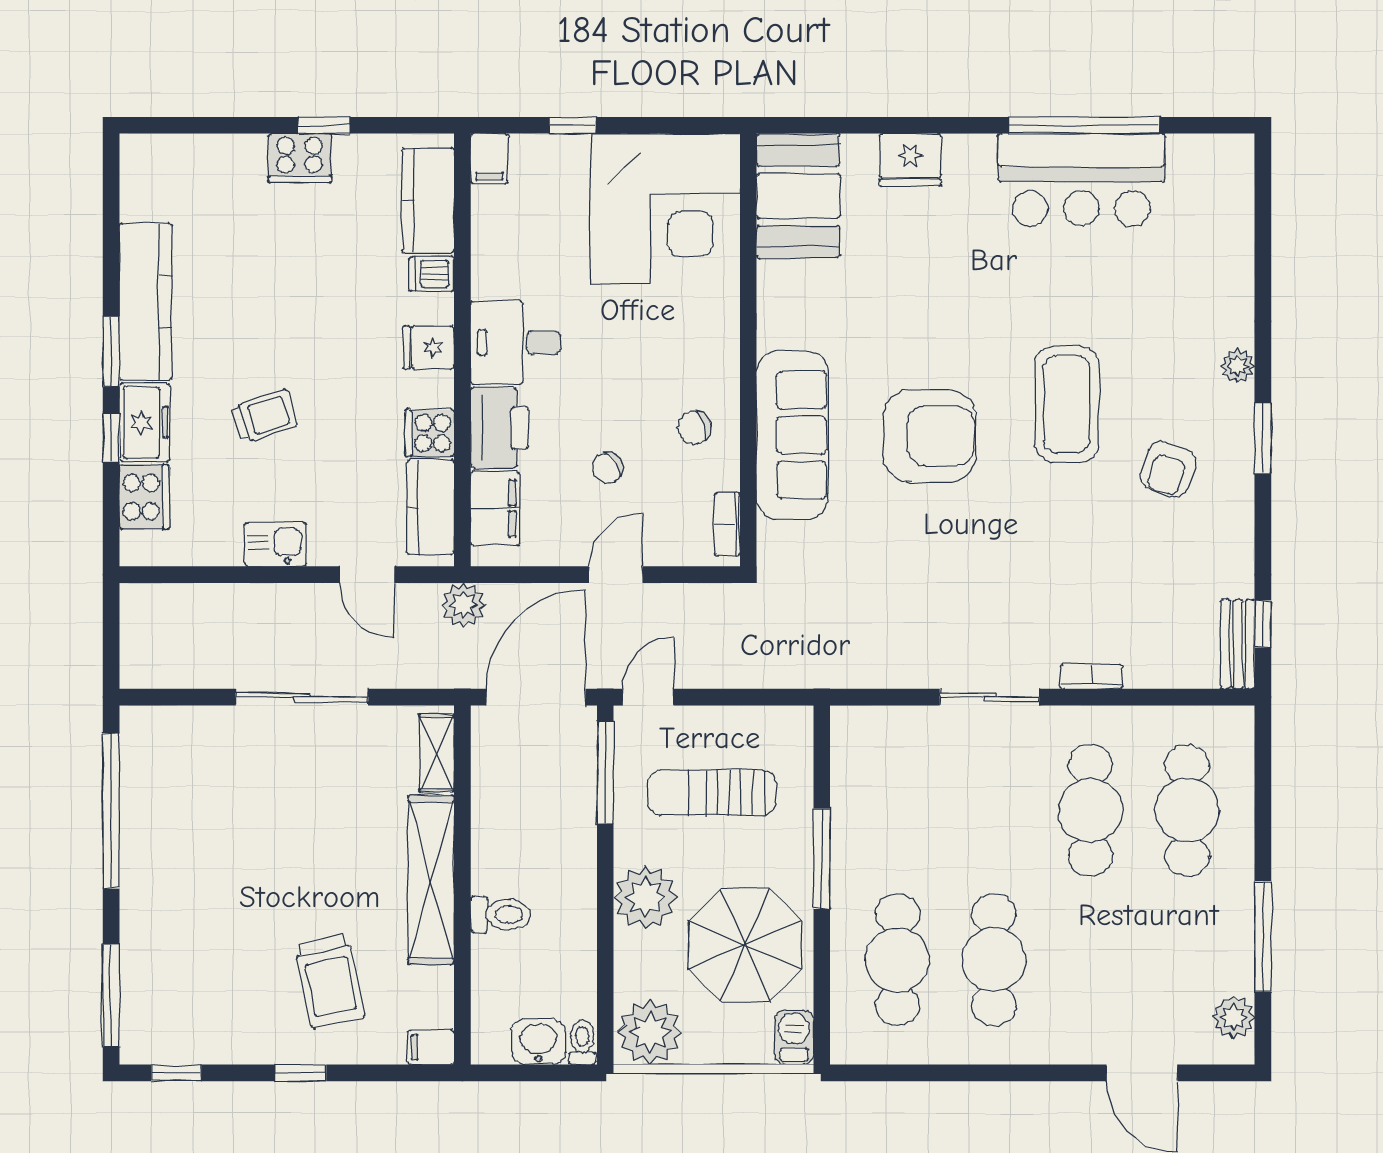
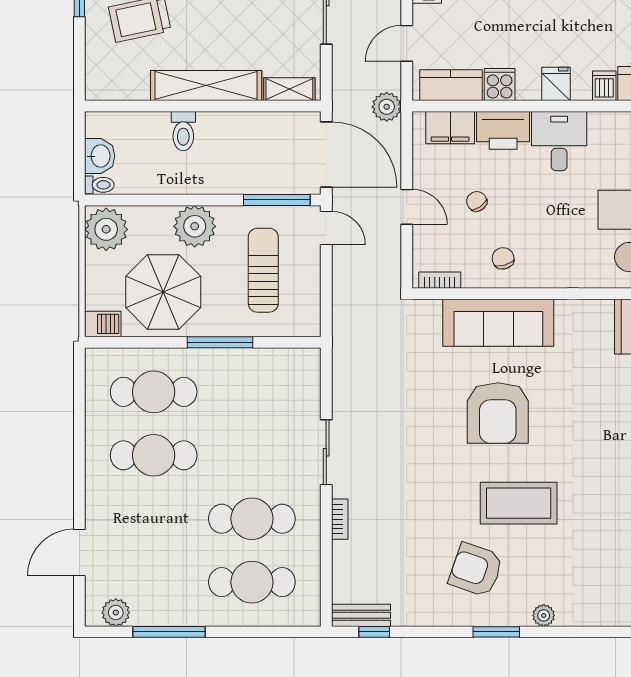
armchair: (1168, 469) -> (476, 570), width x1.38, depth x1.38
filing cabinet: (431, 1047) -> (96, 85), removed

